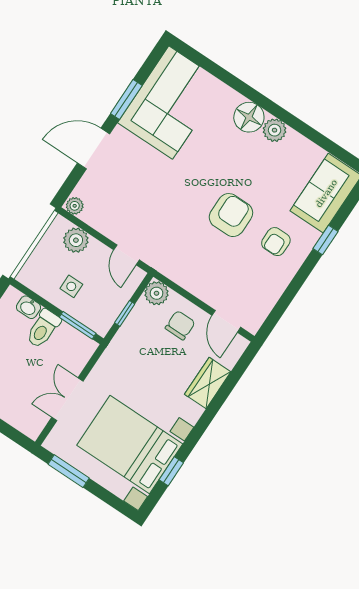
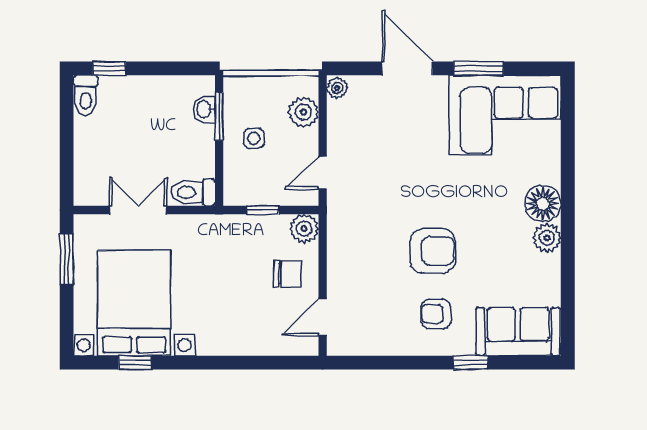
window: (78, 325) -> (219, 116), moved
toilet: (43, 329) -> (193, 192), moved
wardrobe: (208, 383) -> (248, 340), removed

